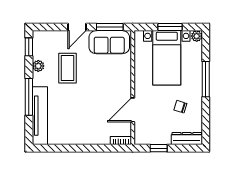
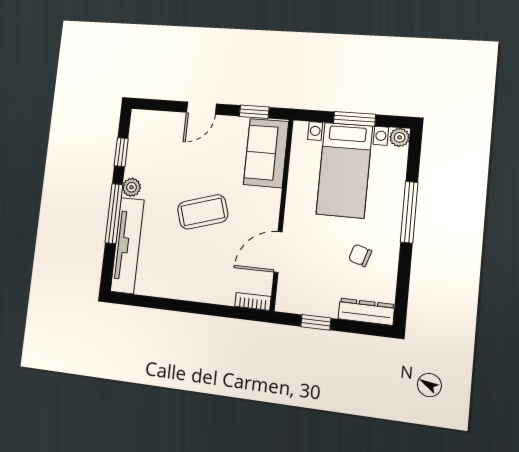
window: (110, 27) -> (254, 112), width x0.67
sofa: (109, 42) -> (266, 153), moved, turned 90
window: (29, 47) -> (121, 152), moved
plant: (38, 66) -> (132, 187), moved
coffee table: (68, 68) -> (203, 212), moved, turned 73

